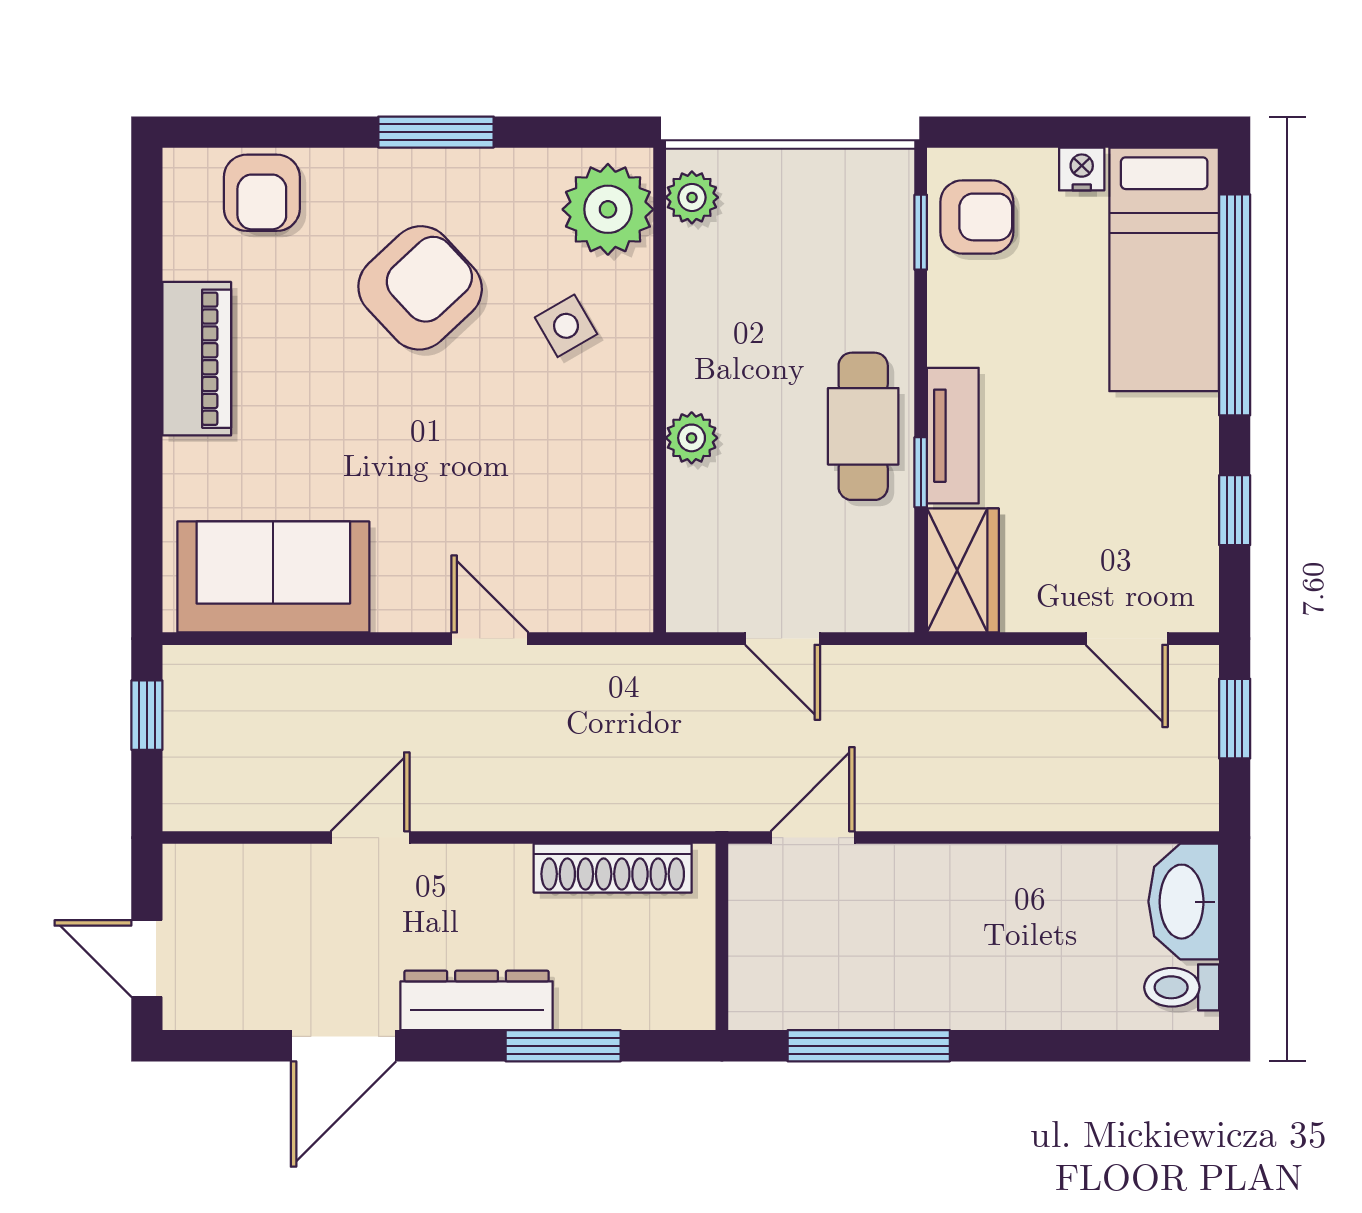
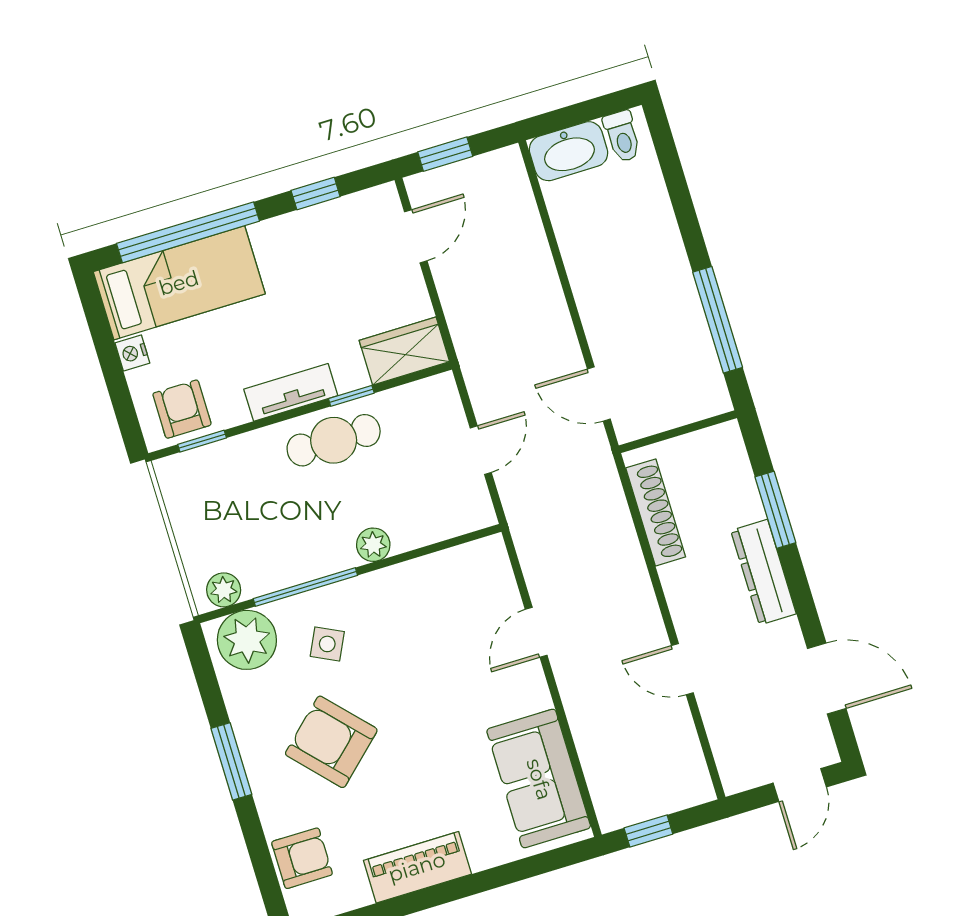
window: (660, 319) -> (305, 587), added
side table: (566, 326) -> (327, 644), turned -34
tv unit: (953, 436) -> (291, 392), moved
door: (343, 1046) -> (827, 679), moved

